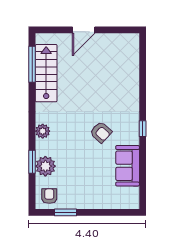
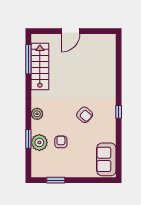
sofa: (128, 166) -> (106, 159), moved
armchair: (49, 196) -> (61, 142), moved

